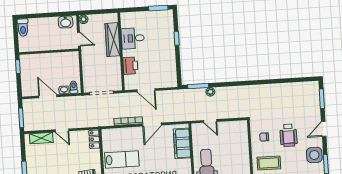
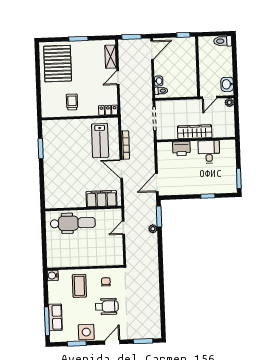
wardrobe: (113, 40) -> (195, 132), moved
door: (146, 90) -> (157, 183), moved
door: (48, 96) -> (152, 50), moved
door: (324, 129) -> (112, 342), hinge flipped
wheelchair: (288, 135) -> (107, 306), turned 180
lab bench: (122, 159) -> (100, 141), moved

